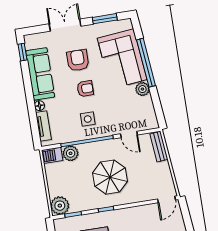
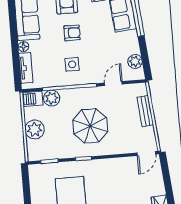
plant: (142, 89) -> (135, 61), moved
door: (129, 134) -> (113, 84), swing flipped
bench: (159, 147) -> (145, 111), moved
plant: (60, 206) -> (35, 129), moved

